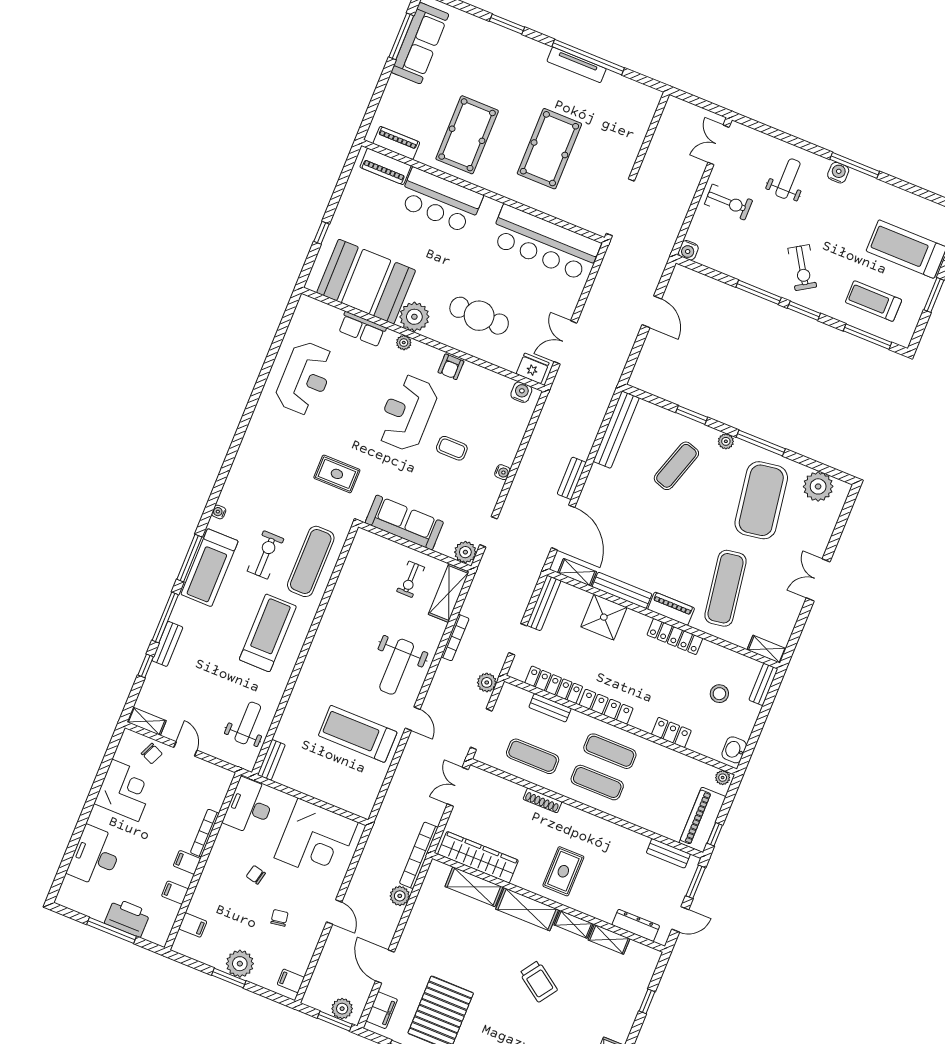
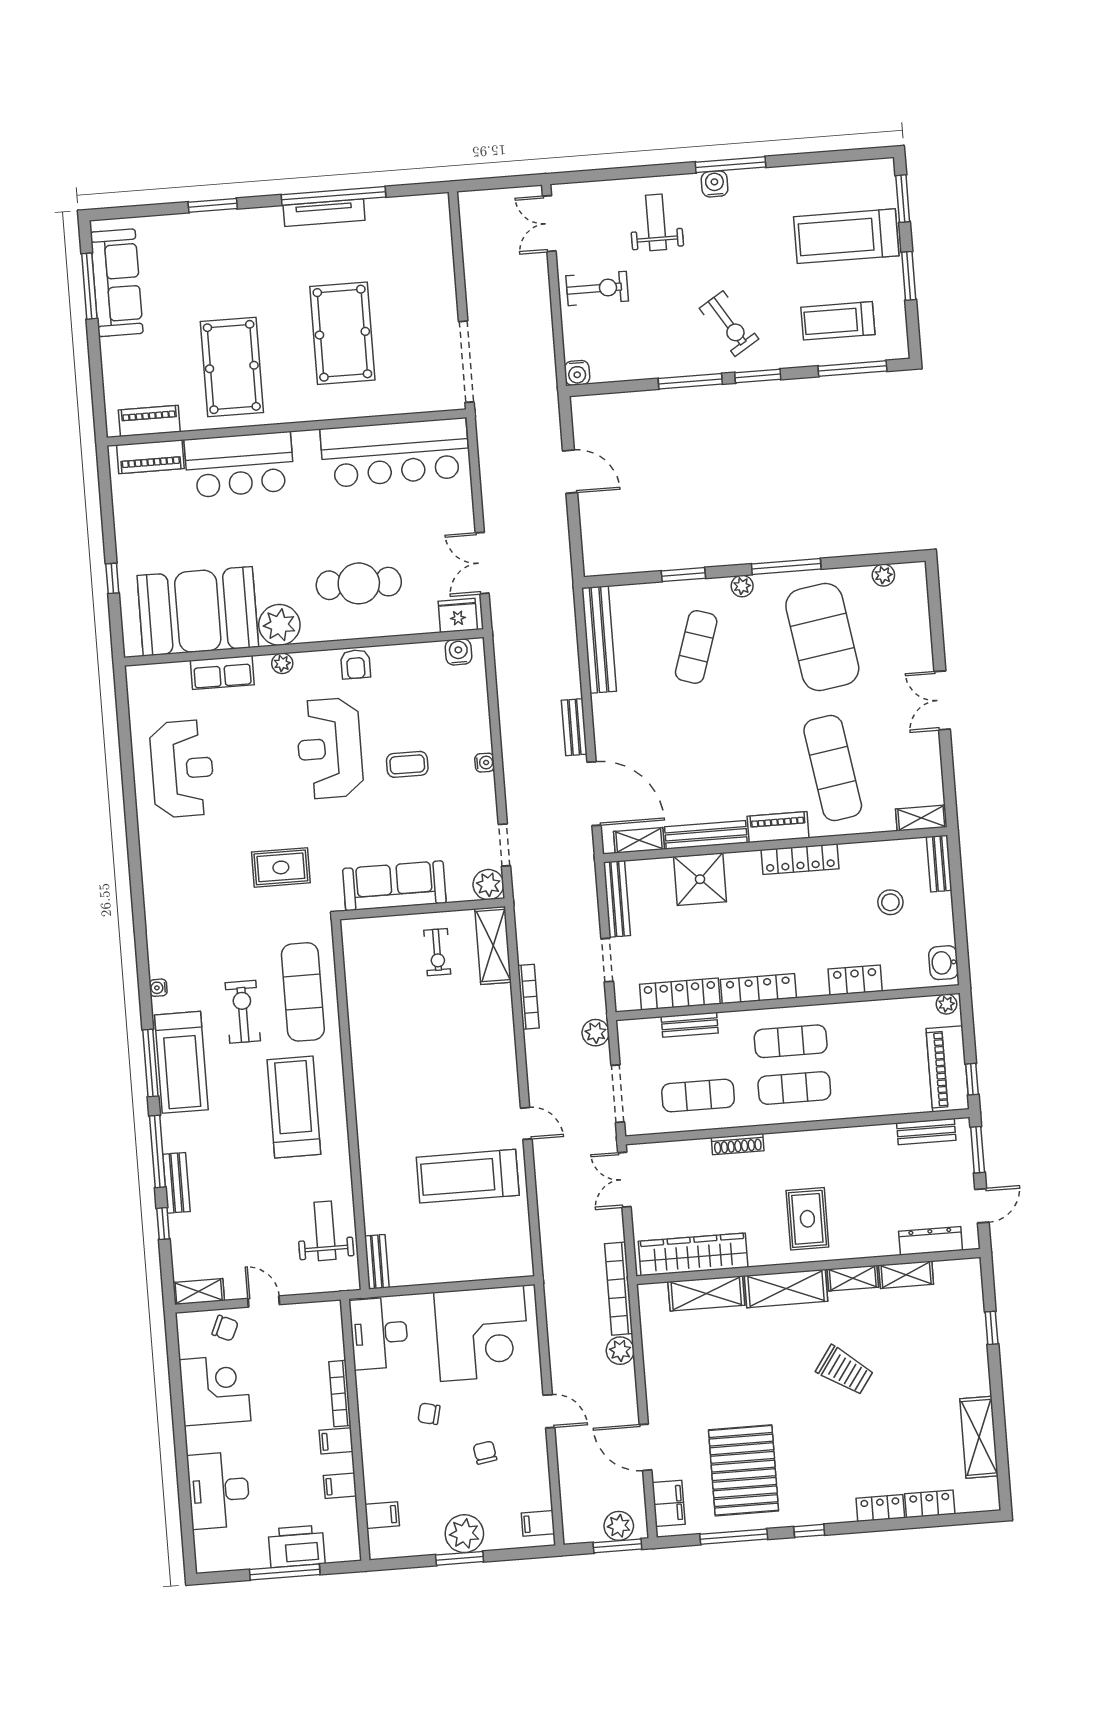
plant: (818, 486) -> (883, 575), width x0.53, depth x0.53
weight bench: (397, 667) -> (474, 1069), removed

